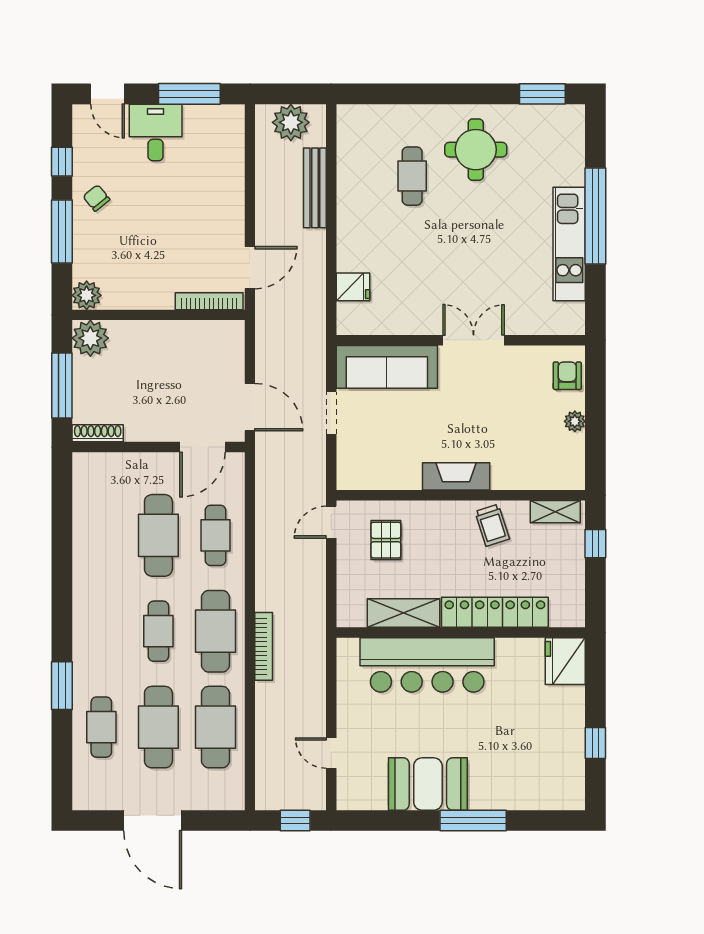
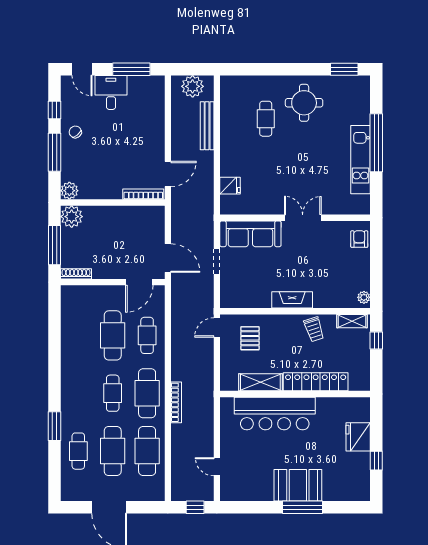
plant: (575, 421) -> (364, 297), moved
fridge: (565, 661) -> (358, 437), moved
booth: (428, 784) -> (298, 485), moved

